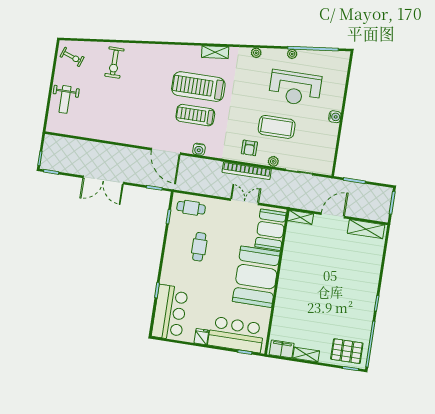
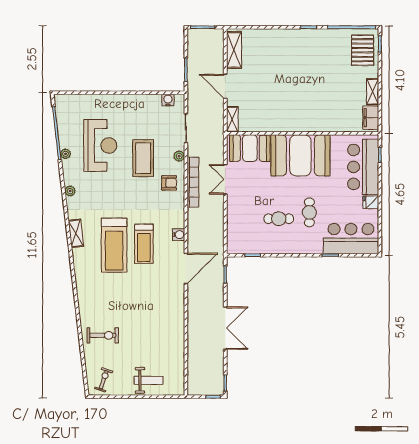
water cooler: (335, 117) -> (168, 100), moved
cafe table: (191, 208) -> (309, 212), moved

